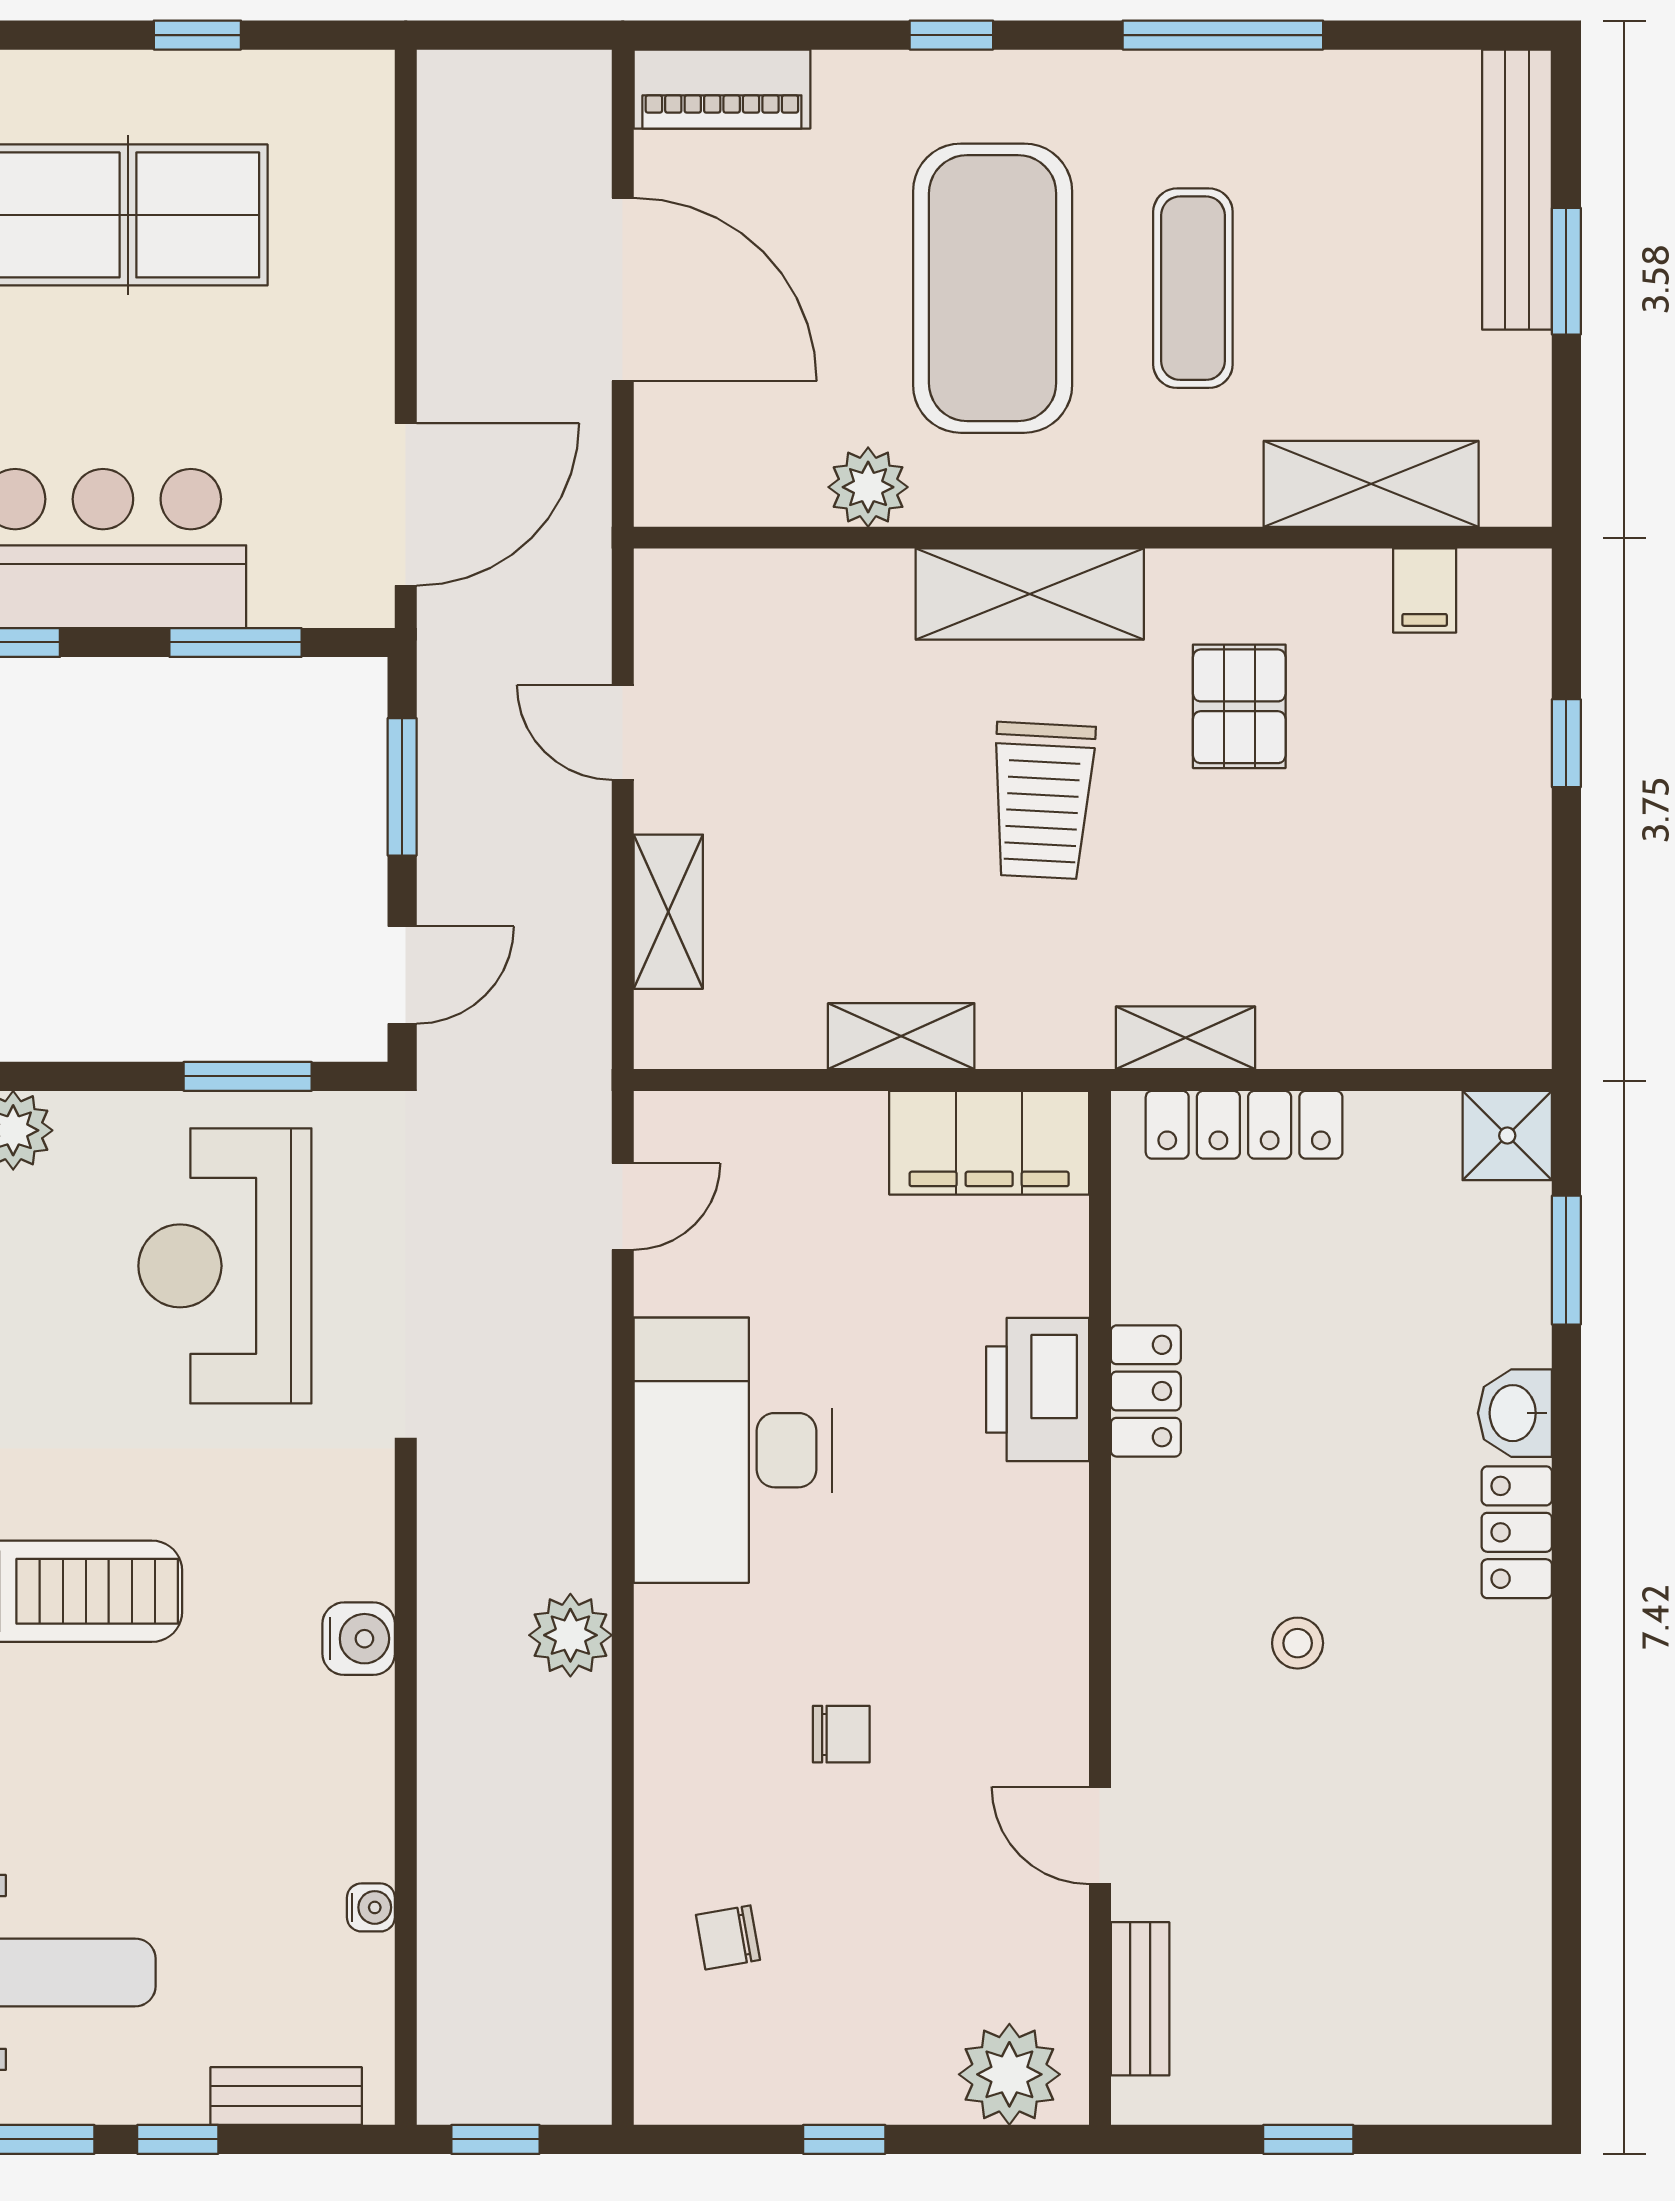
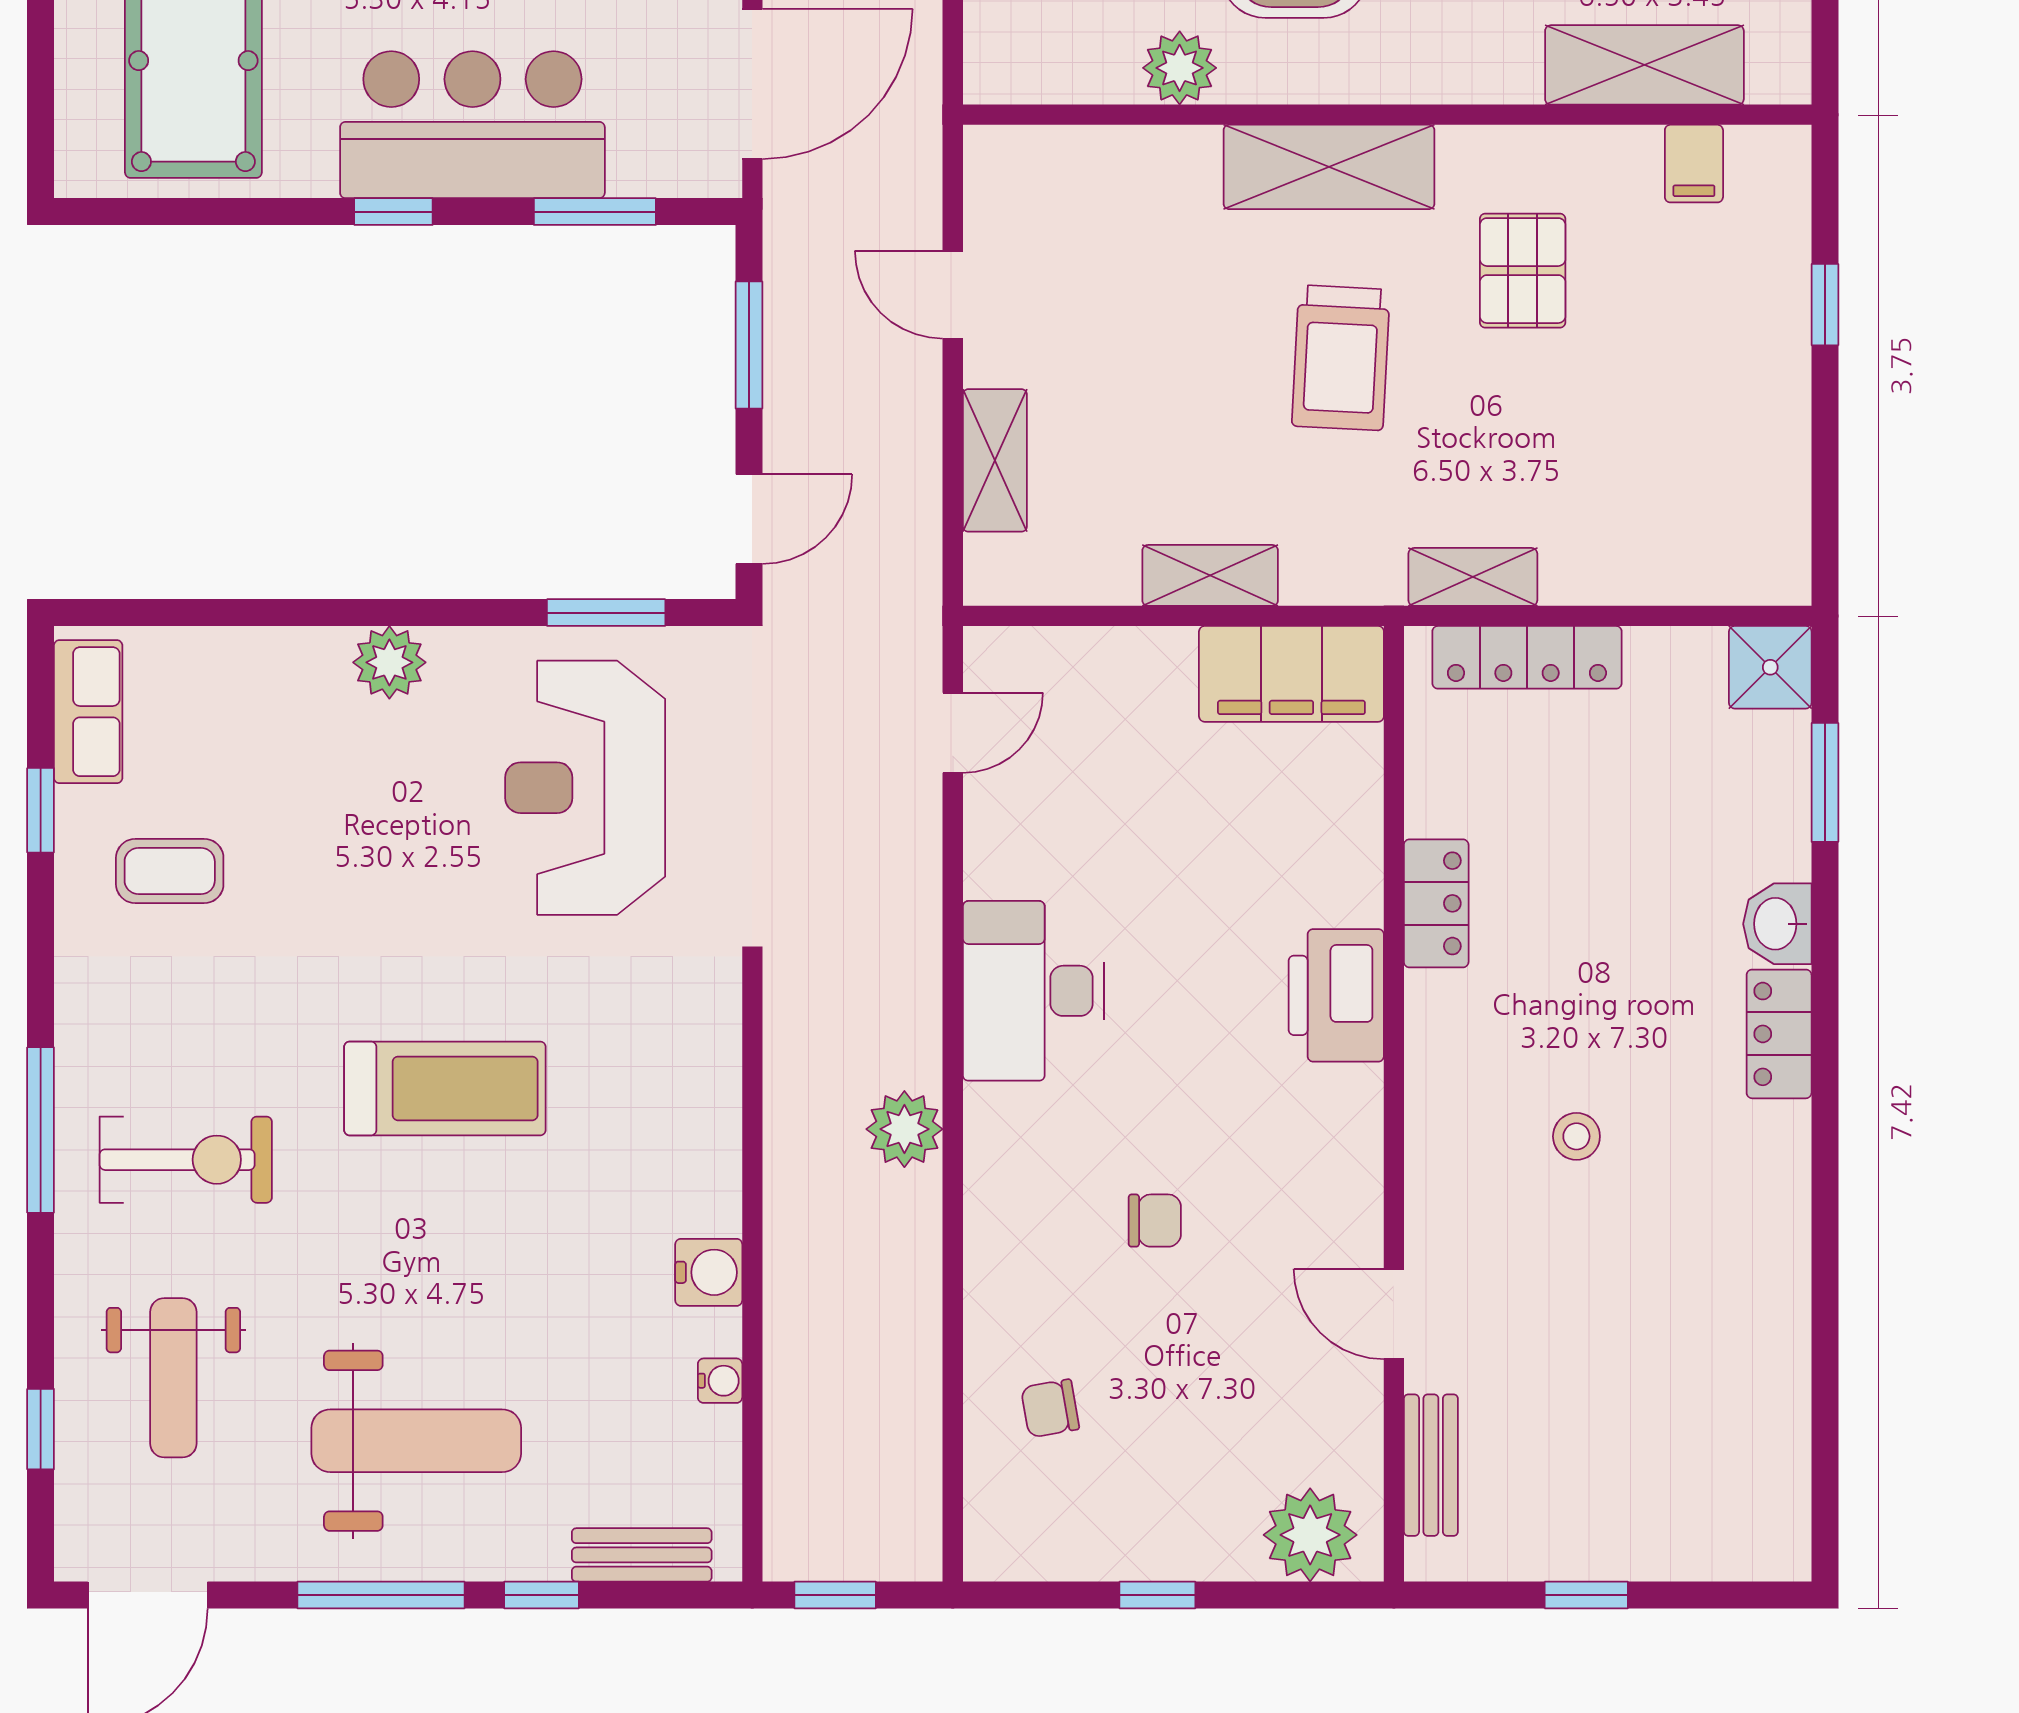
printer: (1038, 1389) -> (1336, 995), moved
desk: (733, 1450) -> (1033, 991), width x0.73, depth x0.77
water cooler: (359, 1639) -> (709, 1272), moved

